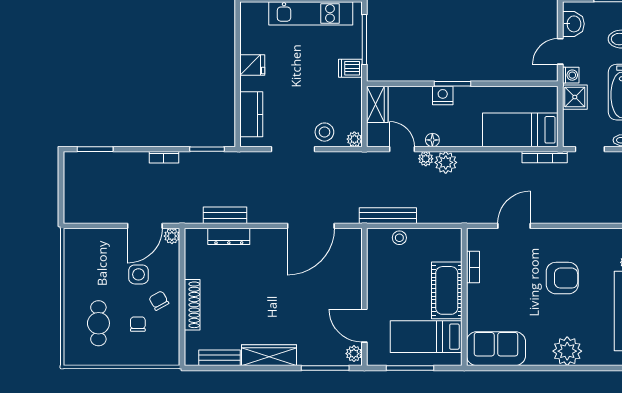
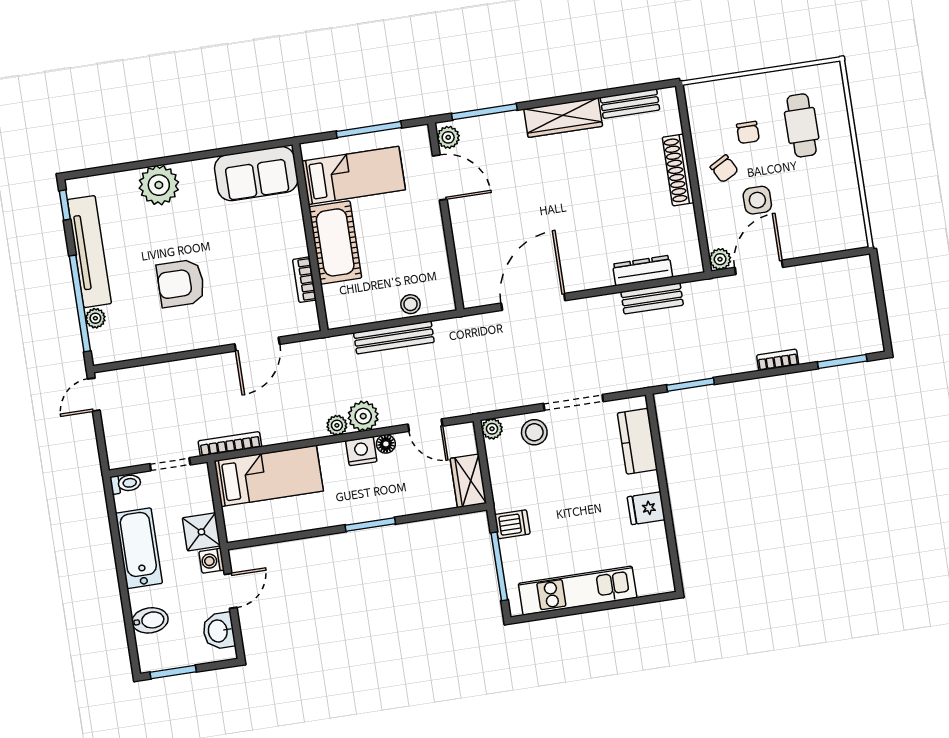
nightstand: (443, 95) -> (361, 451), moved, turned 180
bookcase: (164, 157) -> (778, 360), moved
plant: (426, 159) -> (337, 425), moved
bench: (388, 216) -> (394, 338), moved

